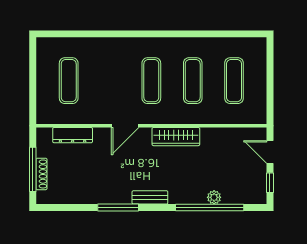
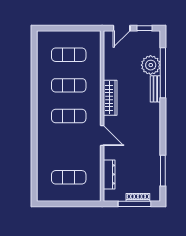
bench: (150, 197) -> (155, 89), moved
plant: (214, 197) -> (151, 65), width x1.88, depth x1.88
window: (118, 208) -> (163, 171), moved

